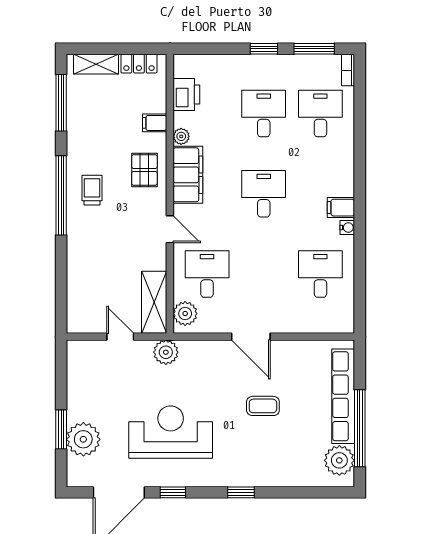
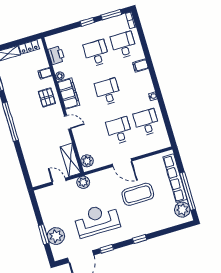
trolley: (92, 190) -> (24, 115), removed
filing cabinet: (341, 208) -> (140, 66), moved
desk: (207, 274) -> (119, 131), moved
coffee table: (263, 406) -> (138, 194), width x1.86, depth x1.72

